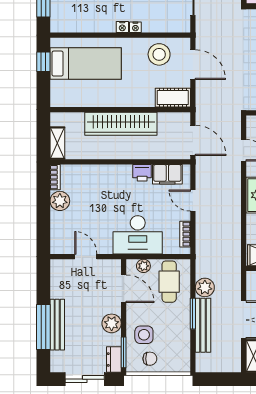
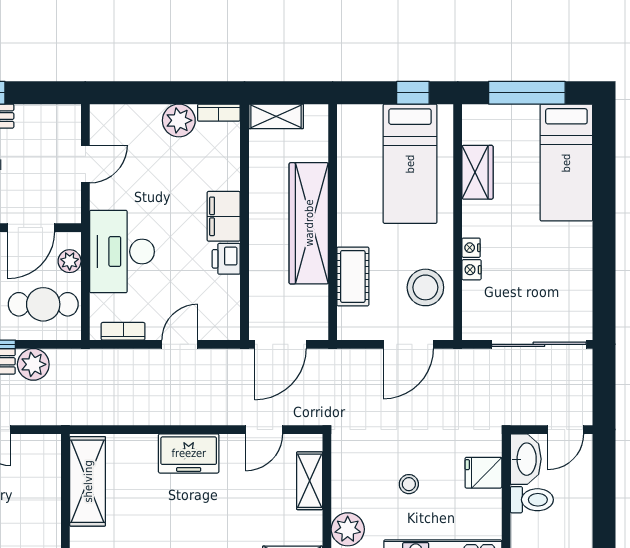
wardrobe: (91, 23) -> (478, 172), added
nightstand: (122, 27) -> (472, 270), moved
cot: (173, 98) -> (353, 276), moved
filing cabinet: (167, 174) -> (224, 216), moved

